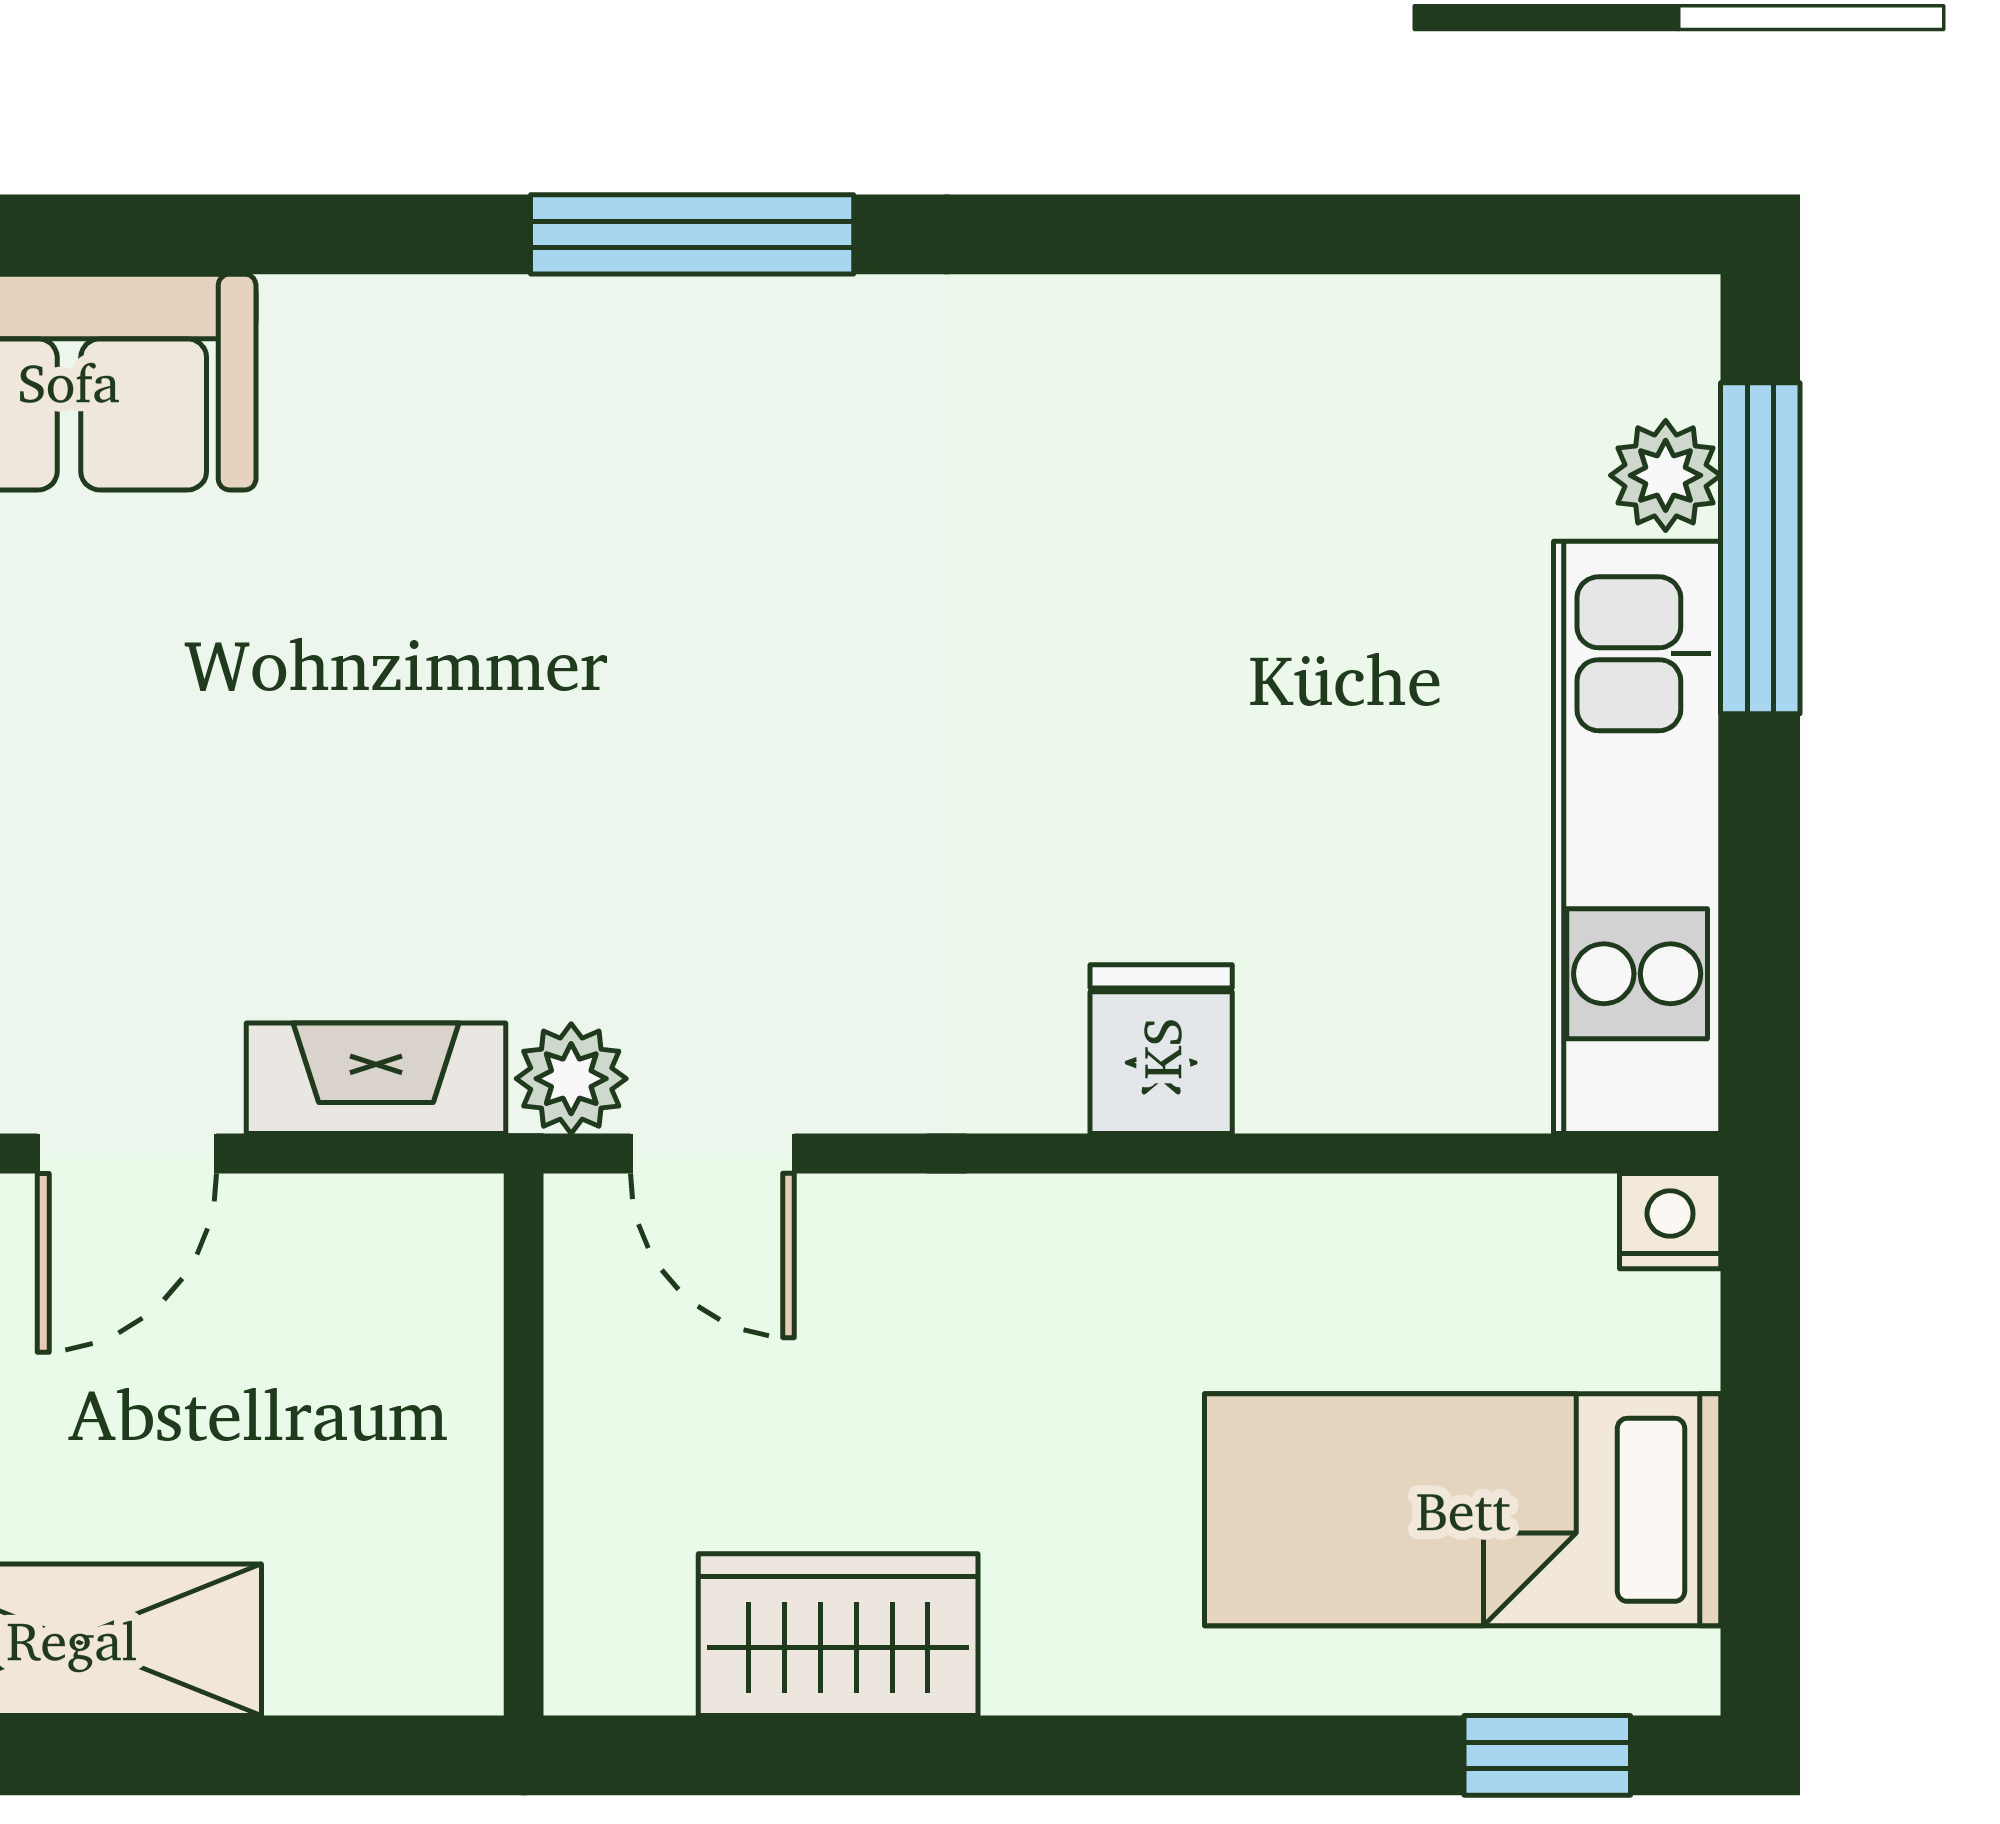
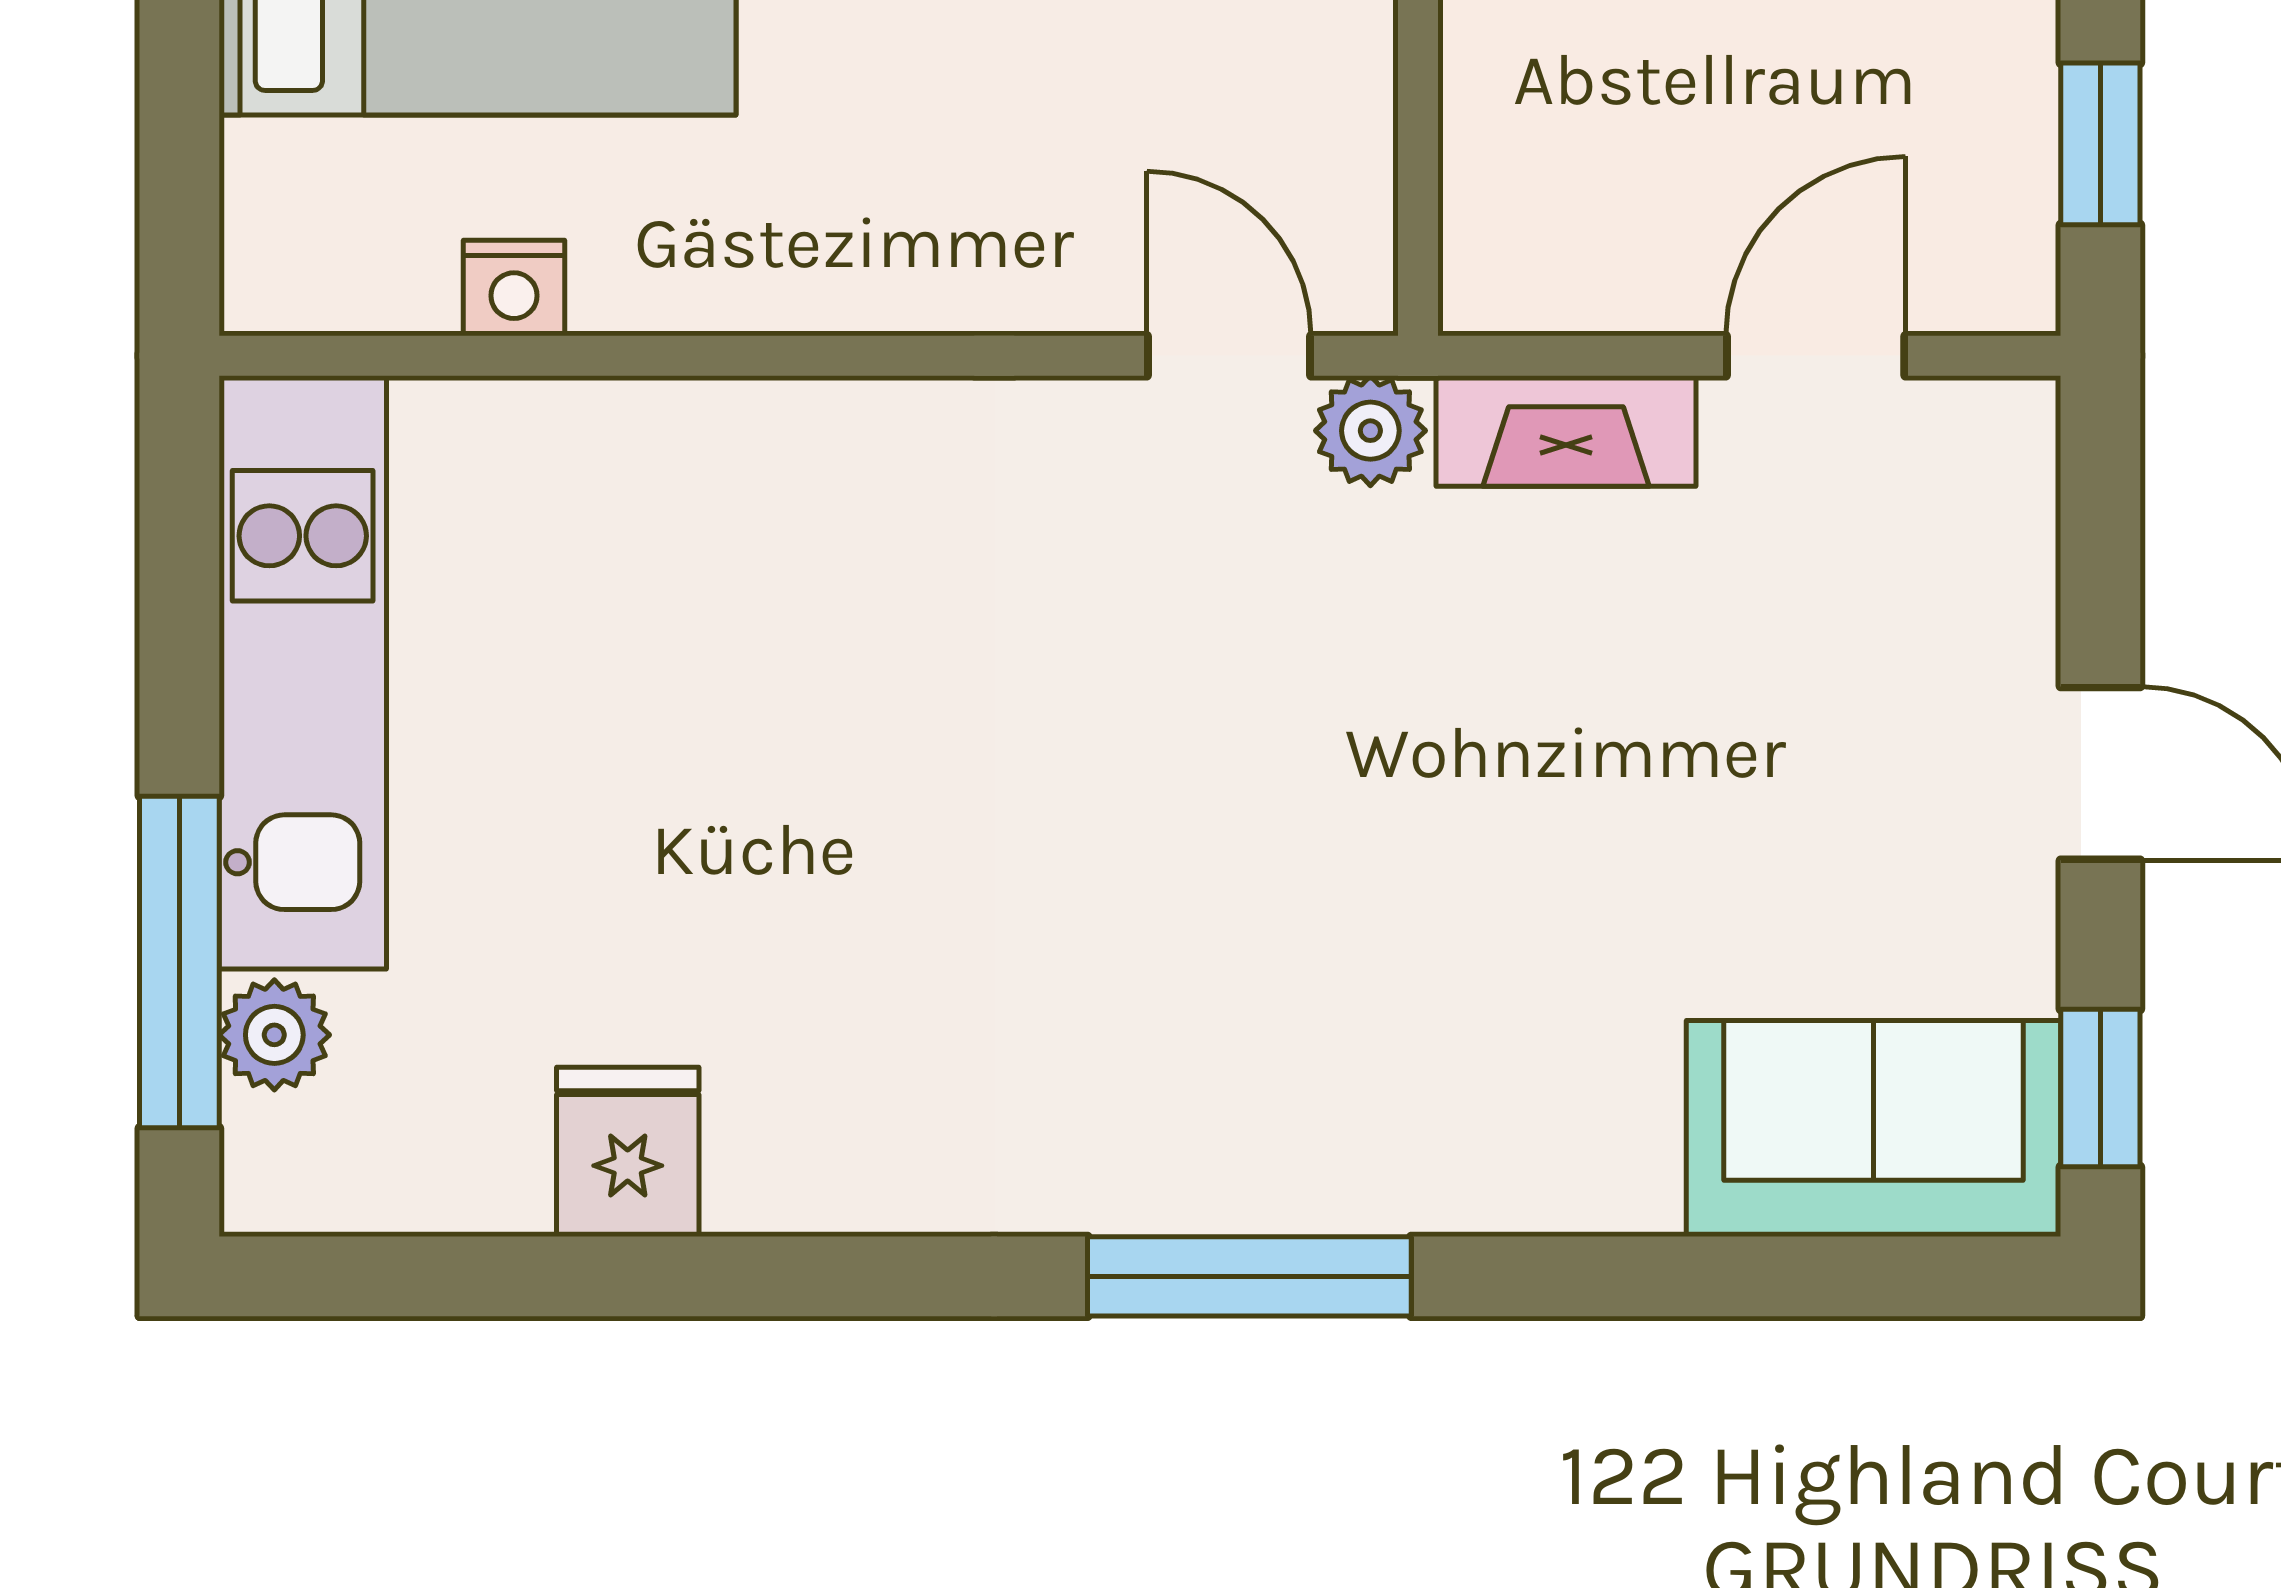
fridge: (1161, 1049) -> (628, 1152), moved, turned 180
nightstand: (1670, 1221) -> (514, 288), moved

